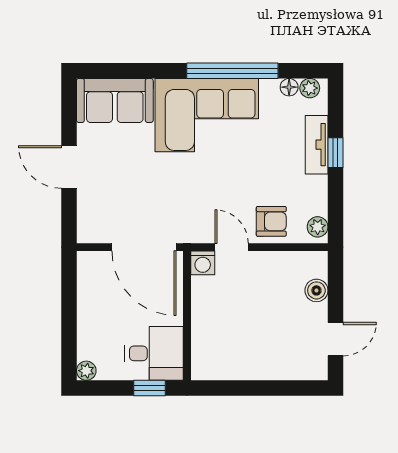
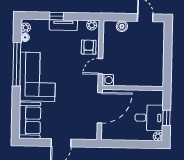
tv unit: (317, 145) -> (63, 25), moved
desk: (154, 353) -> (149, 118), moved, turned 90
window: (150, 388) -> (166, 118), moved

